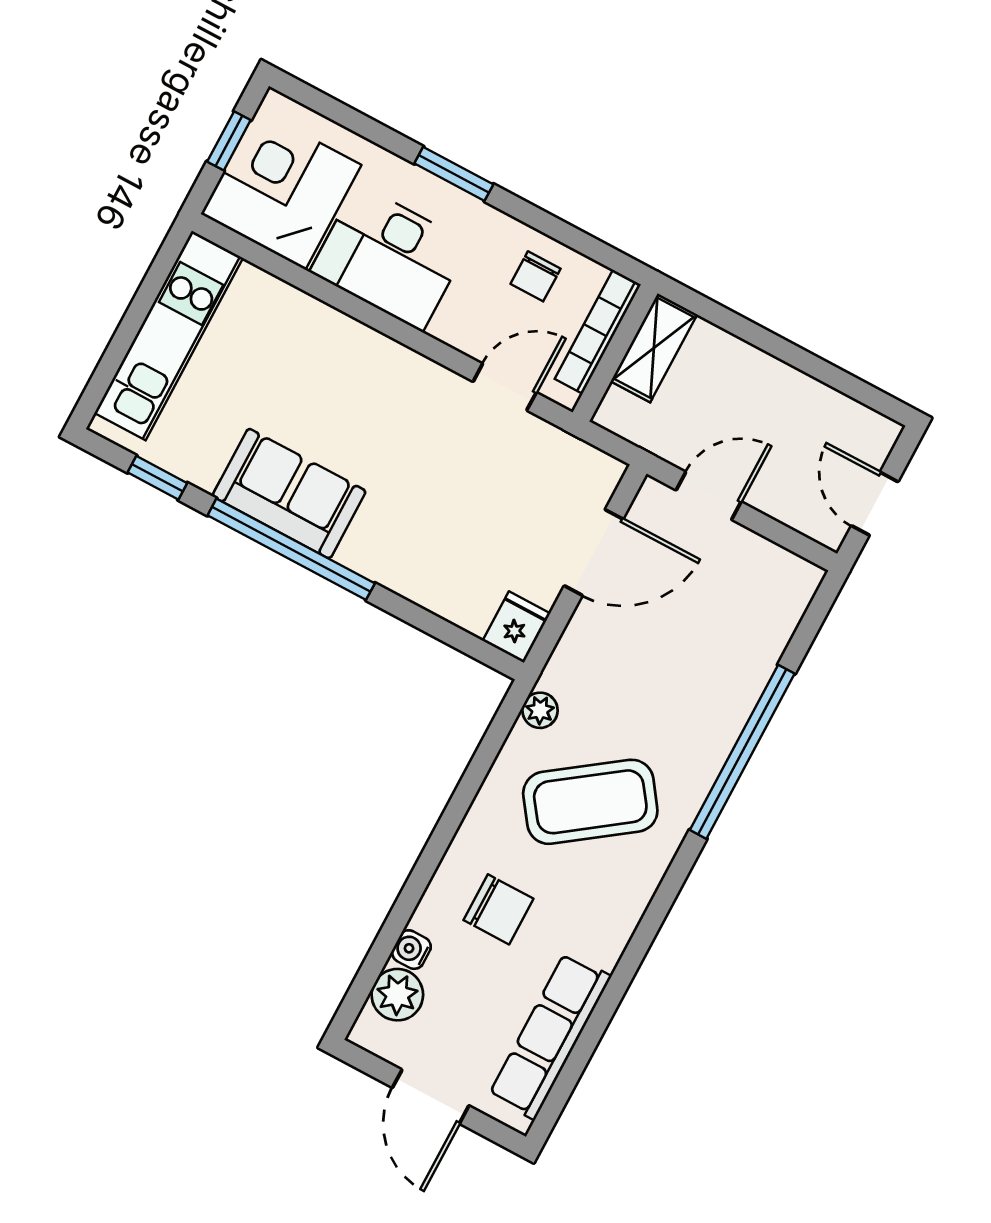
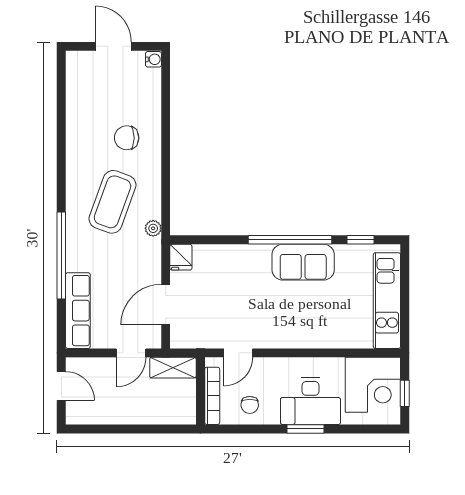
desk: (390, 257) -> (310, 401), moved, turned 180
chair: (536, 276) -> (250, 405), turned 180
shelving: (654, 348) -> (173, 368), moved, turned 90
coffee table: (590, 802) -> (113, 202), turned -34
water cooler: (411, 950) -> (153, 59), moved
plant: (397, 995) -> (149, 81), removed
row of seats: (550, 1036) -> (78, 311), moved

